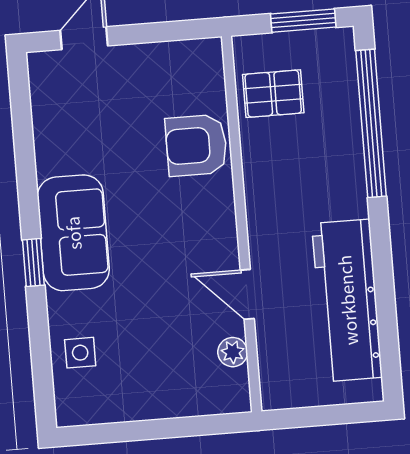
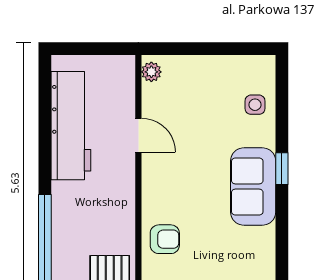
armchair: (196, 145) -> (165, 239), width x0.72, depth x0.72
plant: (233, 352) -> (151, 72), moved

